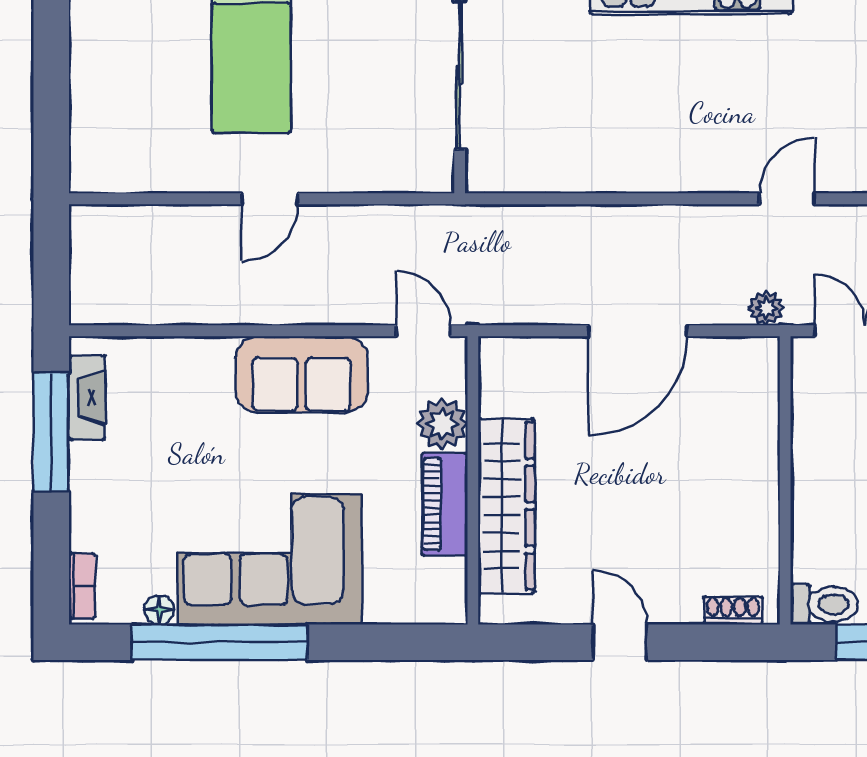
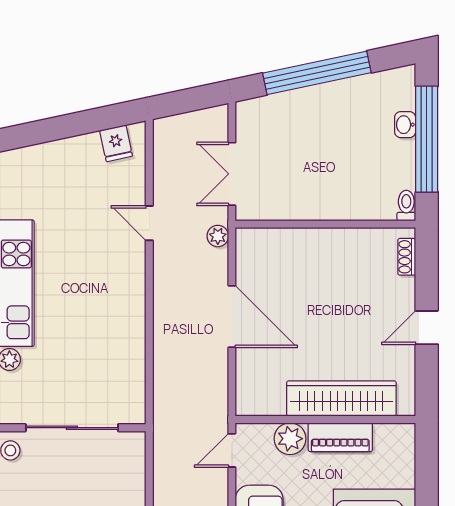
toilet: (824, 604) -> (406, 206), width x0.73, depth x0.72

